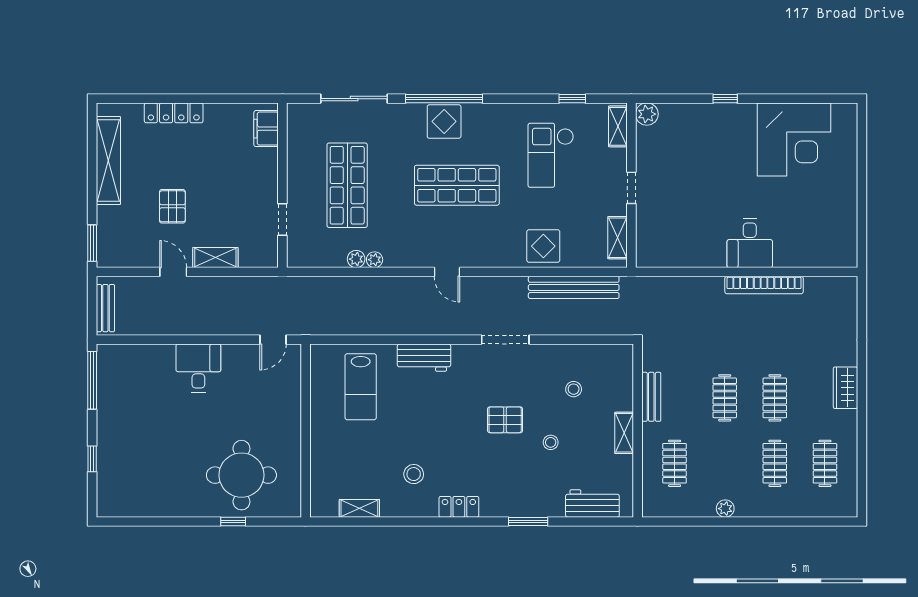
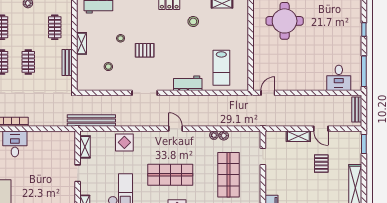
bench: (574, 287) -> (91, 121), moved
desk: (198, 368) -> (339, 78), moved
lab bench: (361, 387) -> (221, 68), turned 180

